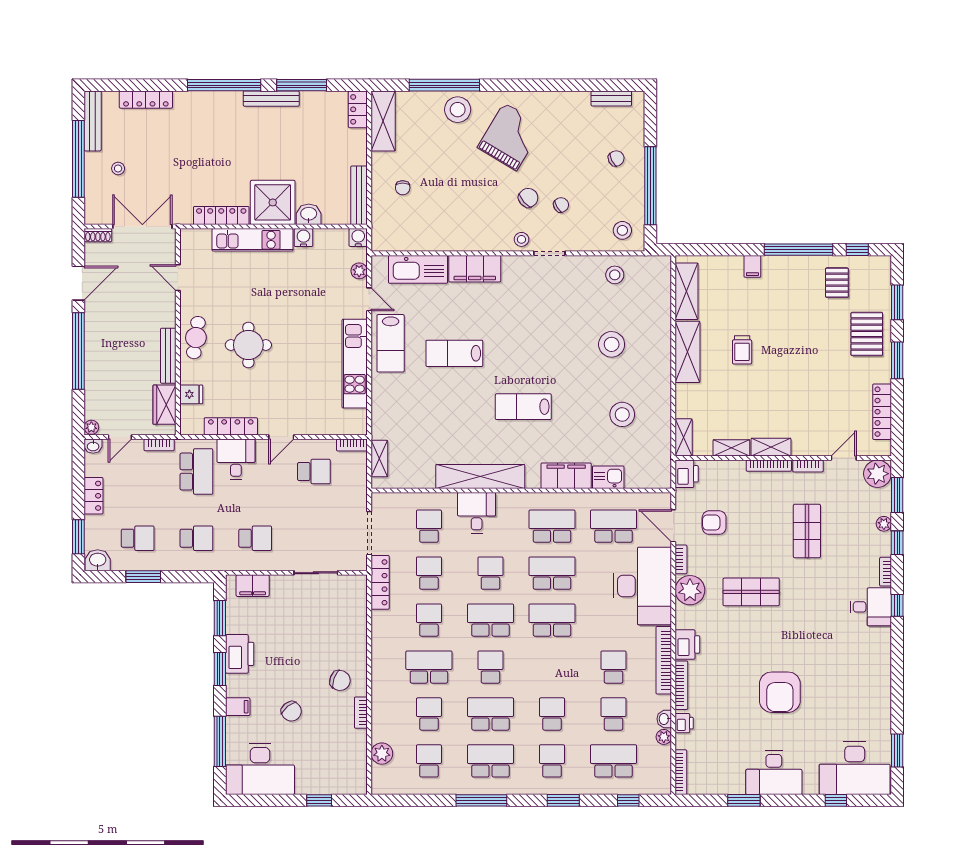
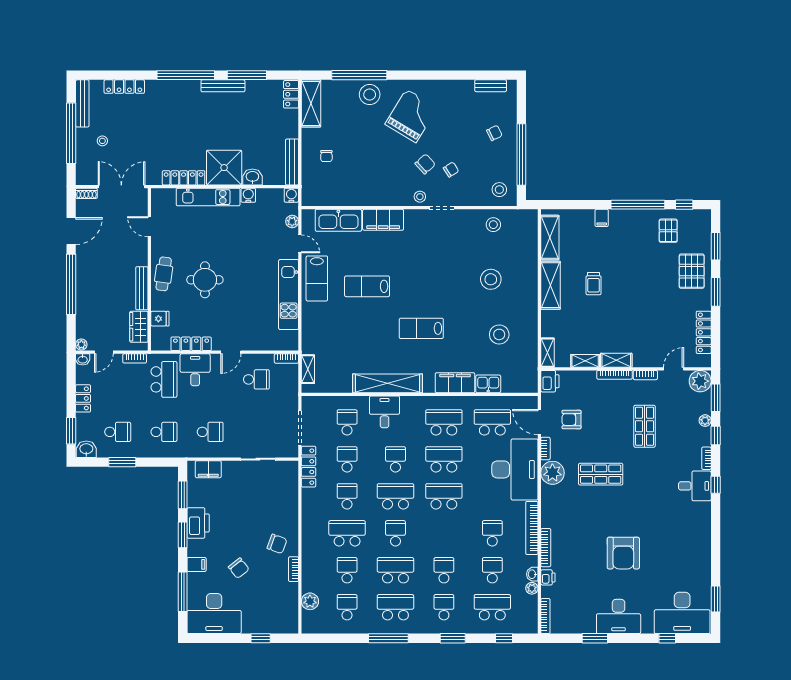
printer: (687, 644) -> (551, 516), removed

